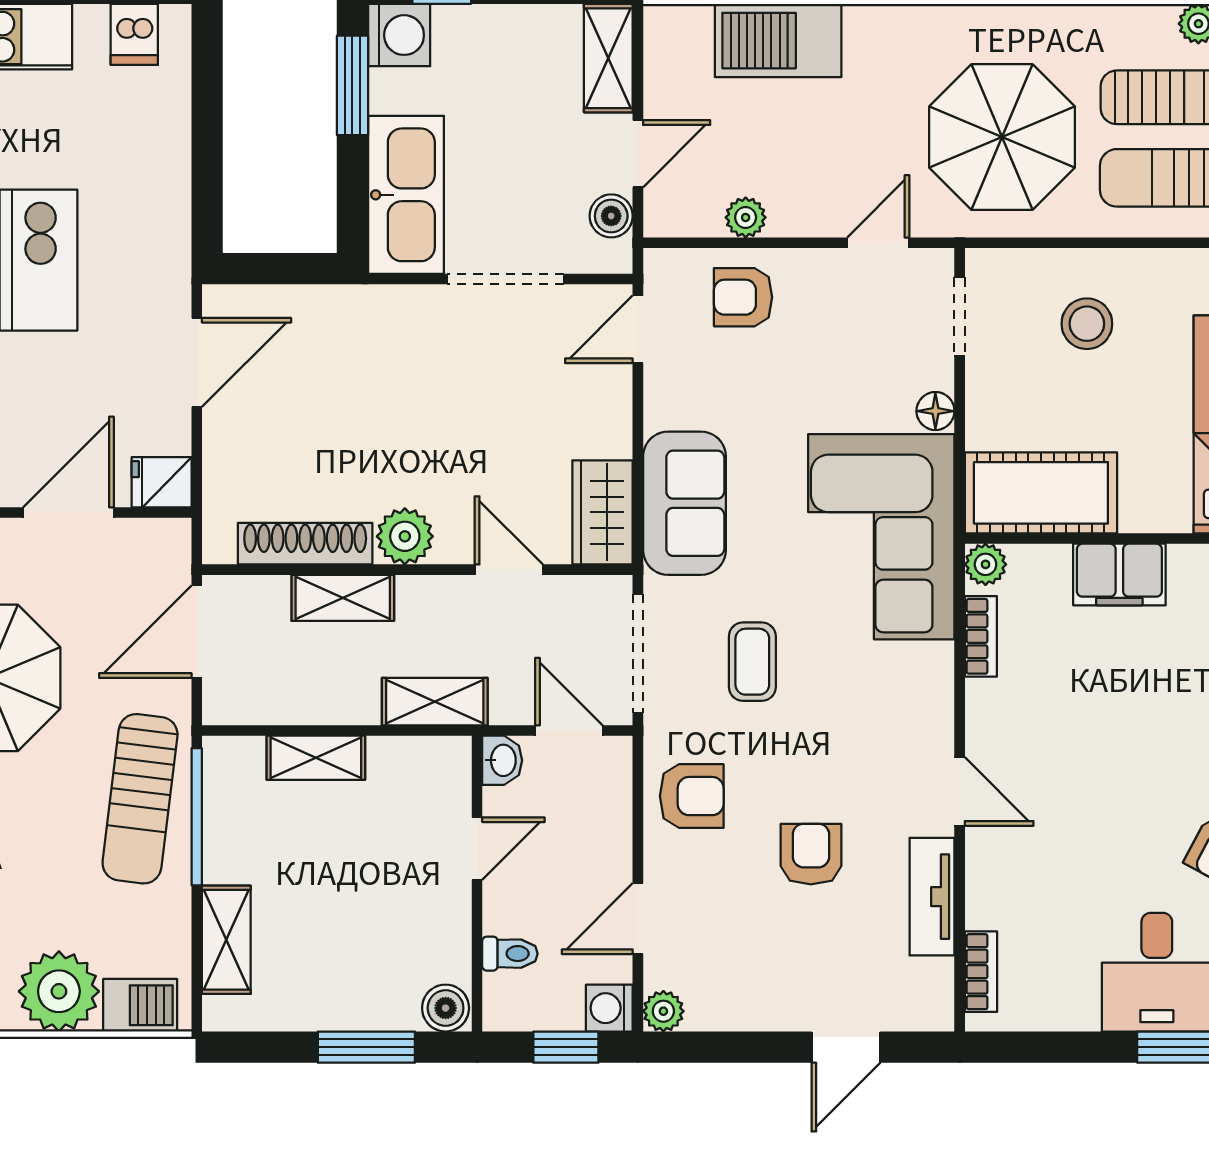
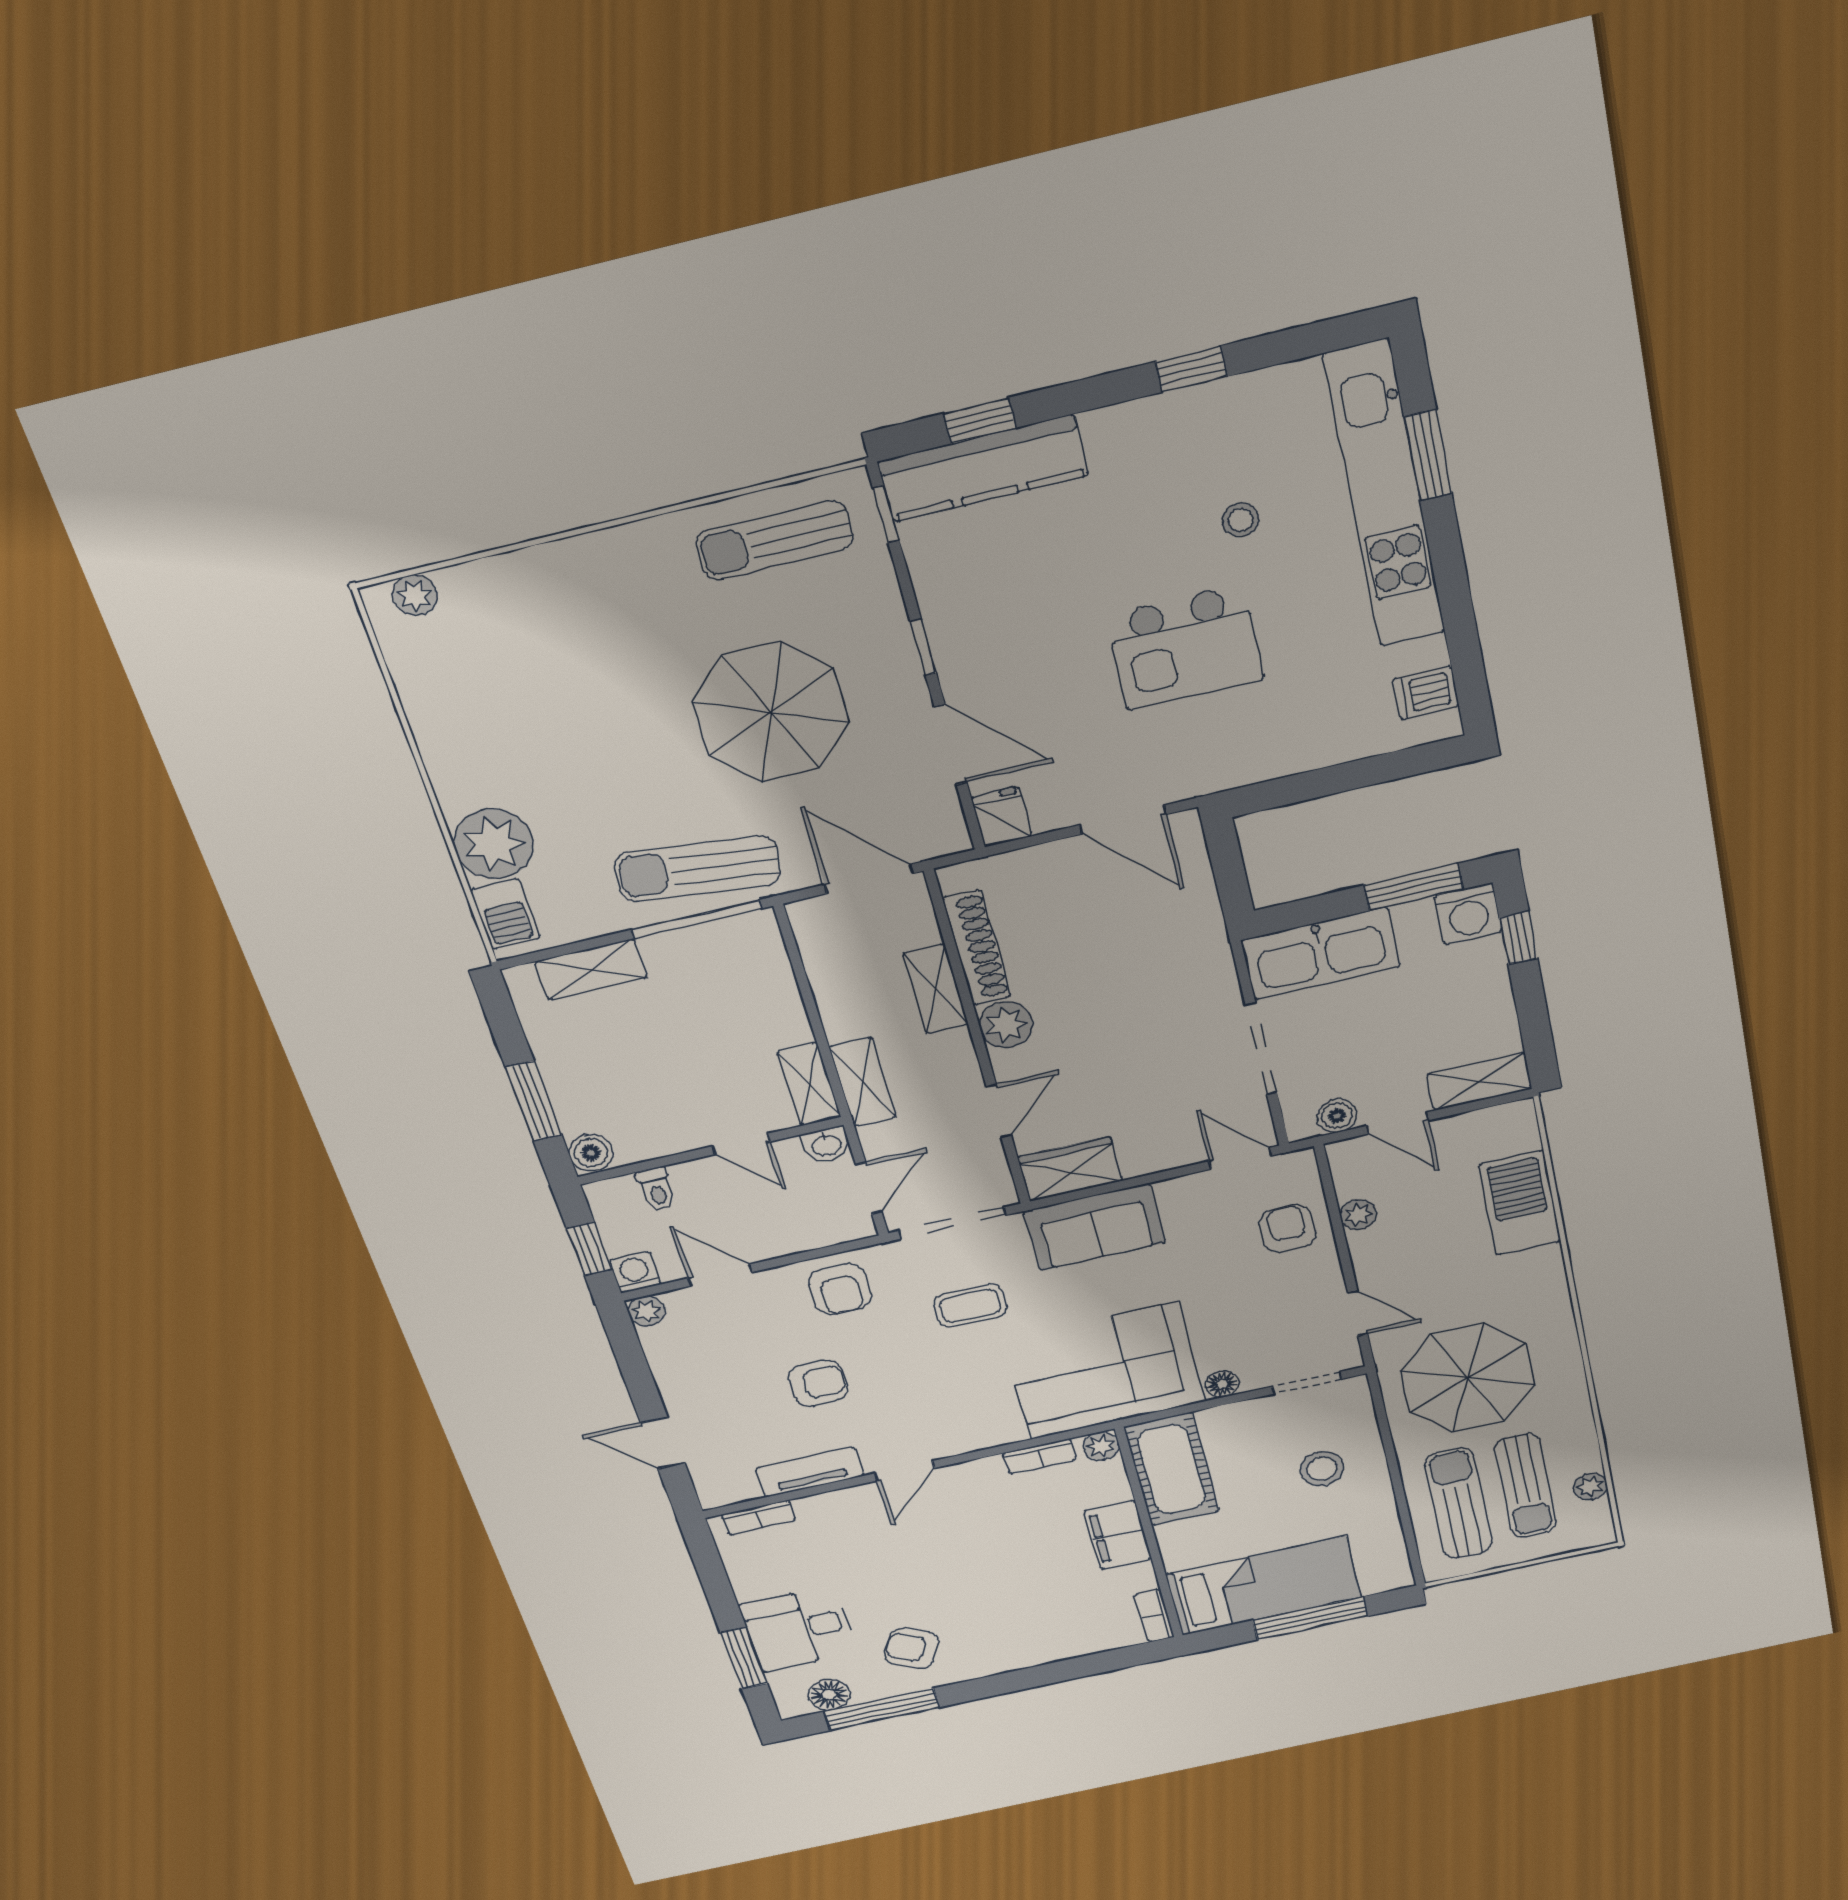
shelving: (316, 758) -> (809, 1084), moved

